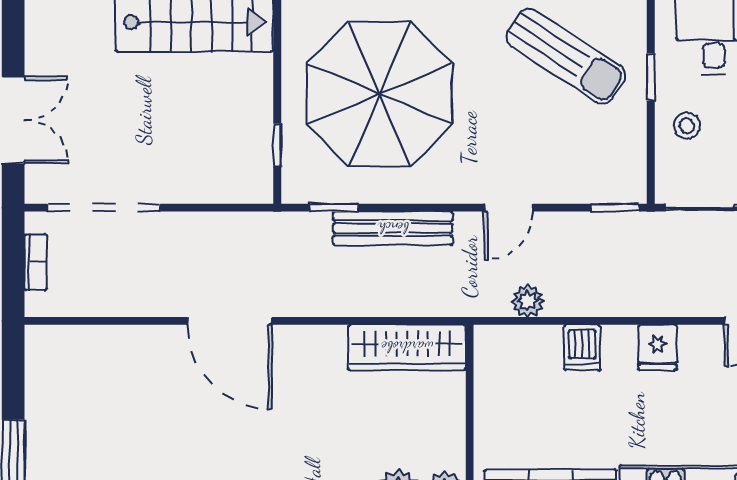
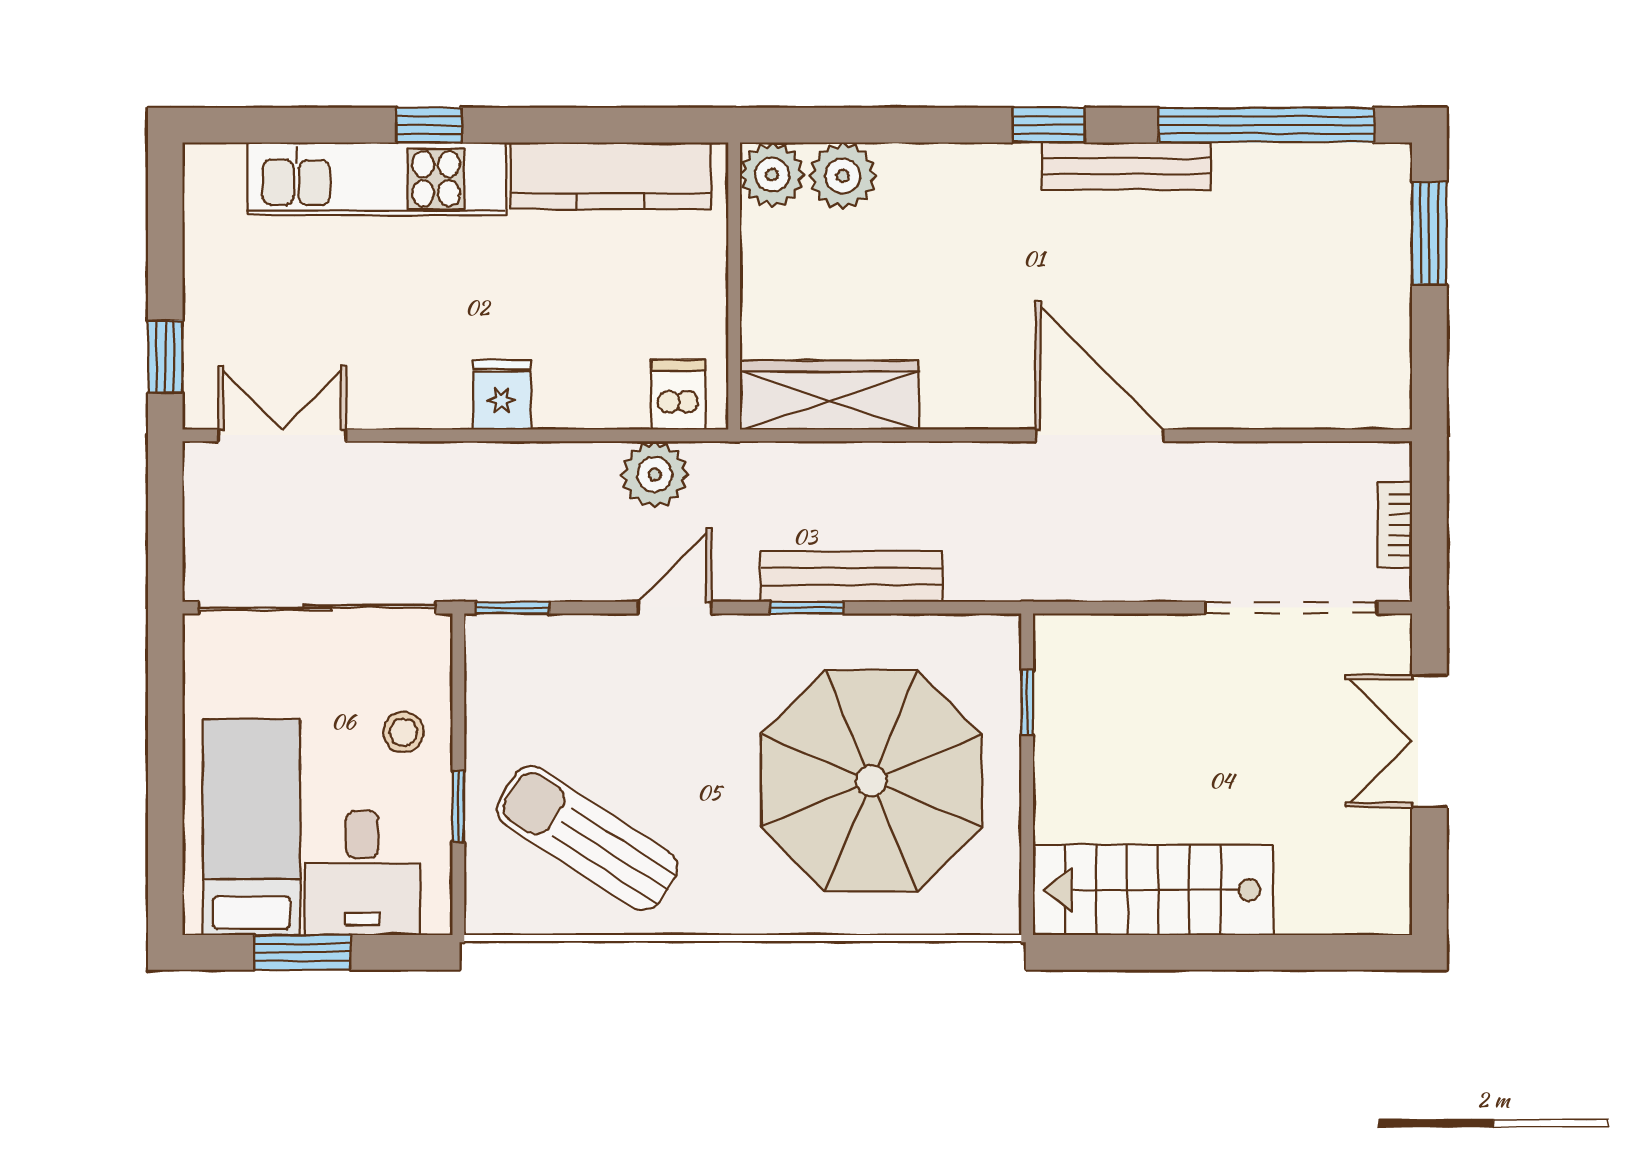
window: (334, 208) -> (807, 608), moved
plant: (528, 301) -> (655, 475), width x1.38, depth x1.38
dishwasher: (582, 348) -> (678, 395), moved
fridge: (658, 348) -> (502, 395), moved

